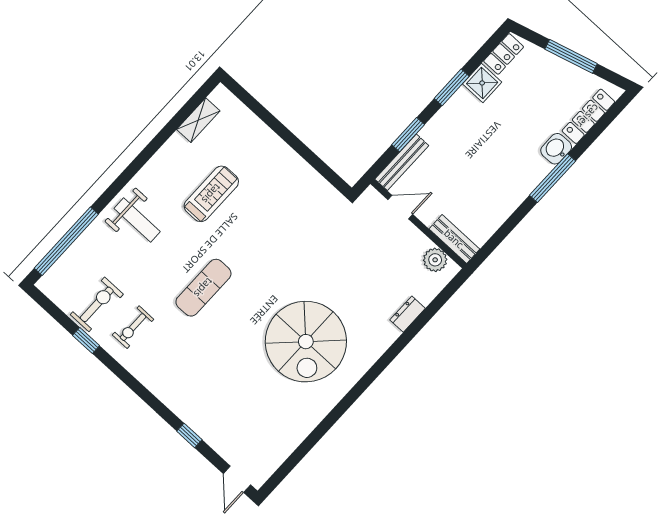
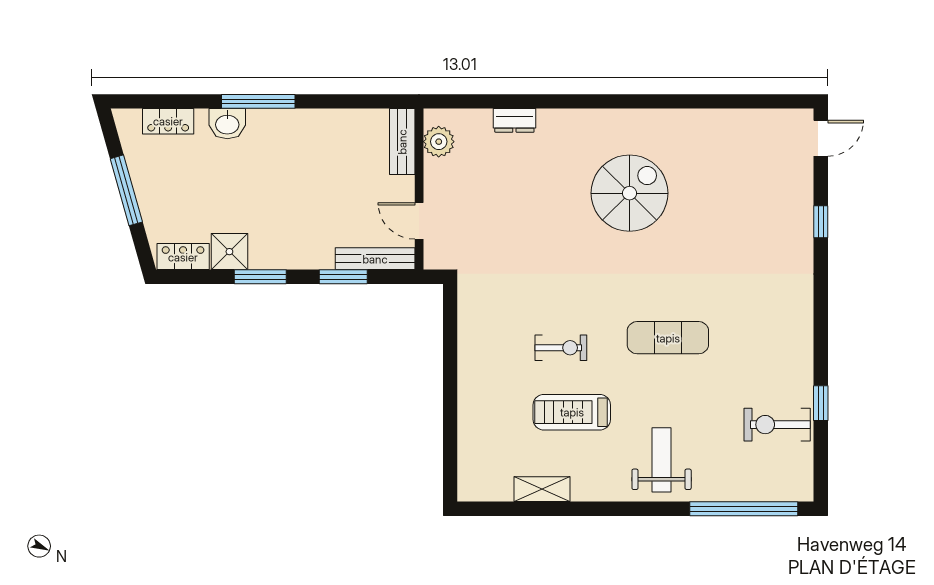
locker: (588, 116) -> (168, 121), width x0.66
shelving: (198, 120) -> (542, 489), moved
exercise bike: (133, 327) -> (561, 348), moved
spiral stairs: (306, 342) -> (630, 193), width x0.73, depth x0.73

